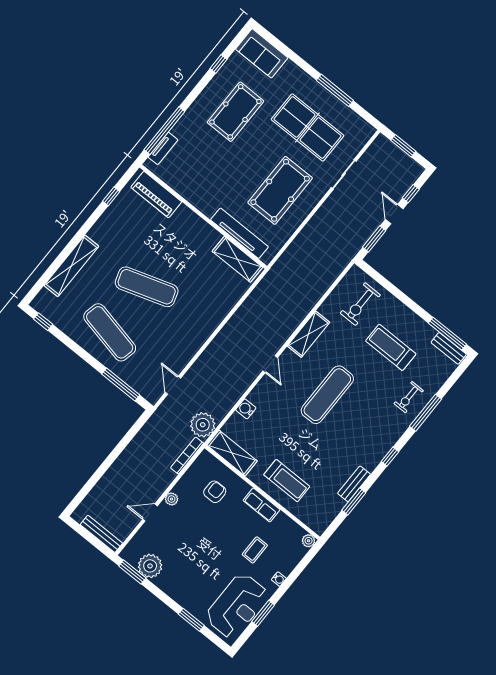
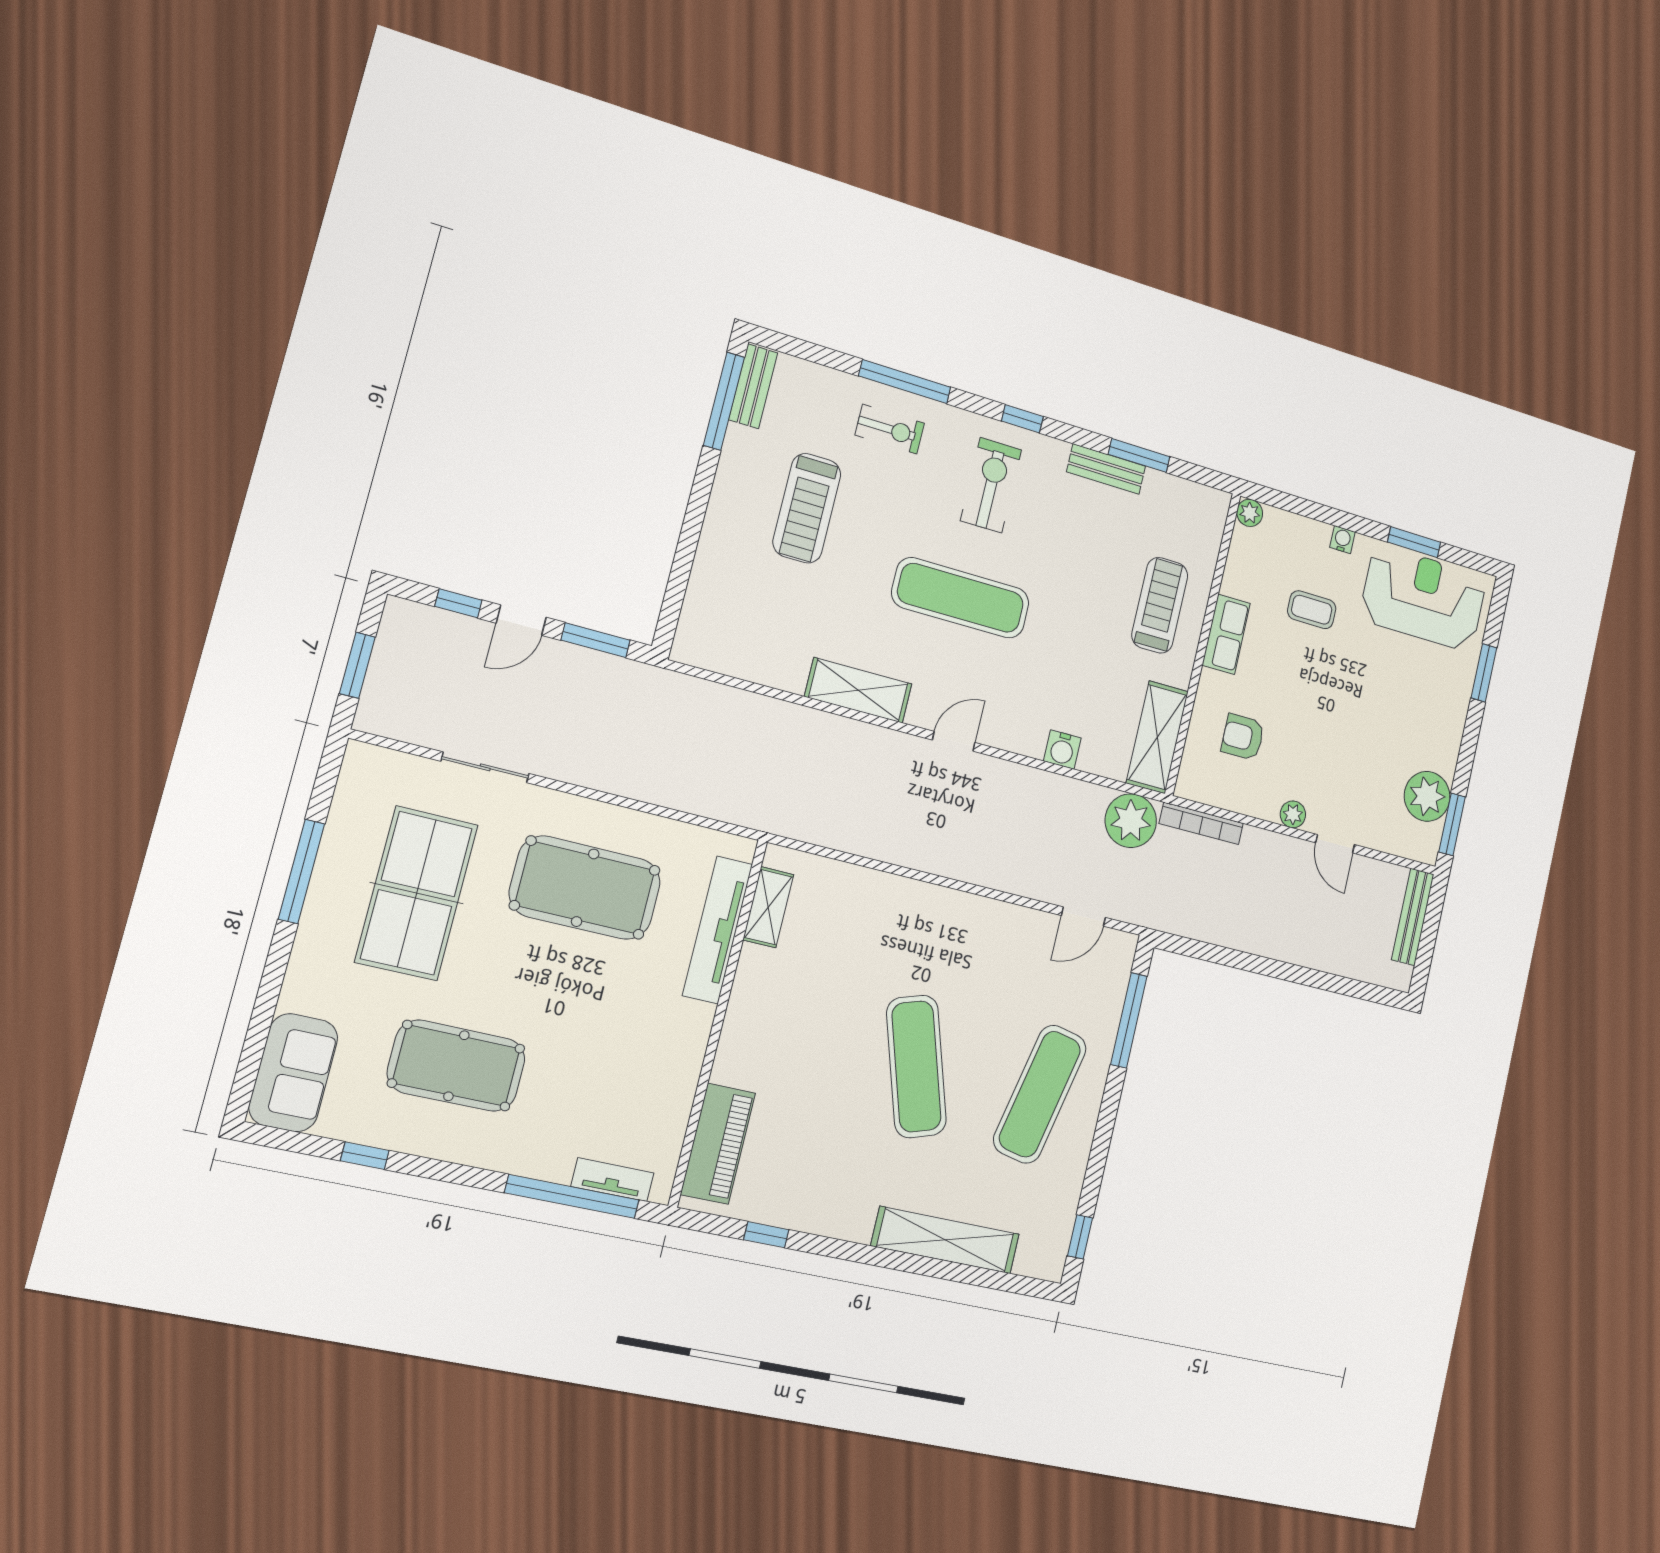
shelving: (237, 259) -> (768, 907), width x0.67, depth x0.75
exercise bike: (360, 304) -> (991, 485), moved, turned -90

